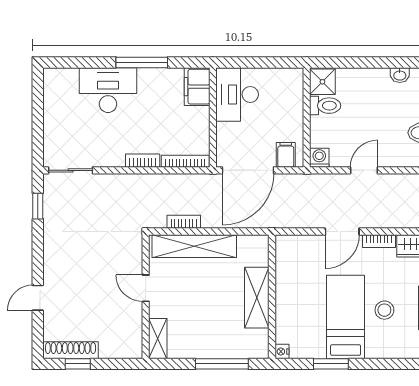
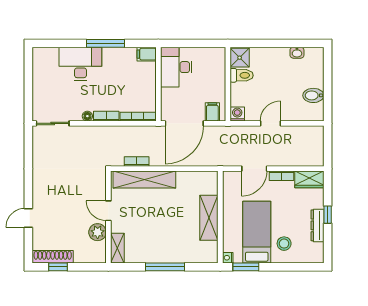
filing cabinet: (197, 87) -> (147, 54), width x0.50
floor lamp: (117, 161) -> (87, 116), added
window: (38, 206) -> (28, 150), removed
wall: (272, 297) -> (220, 217), moved
shelving: (257, 298) -> (209, 218), moved
stool: (384, 310) -> (284, 244), moved
plant: (131, 317) -> (98, 232), added
nightstand: (282, 351) -> (228, 258), moved

